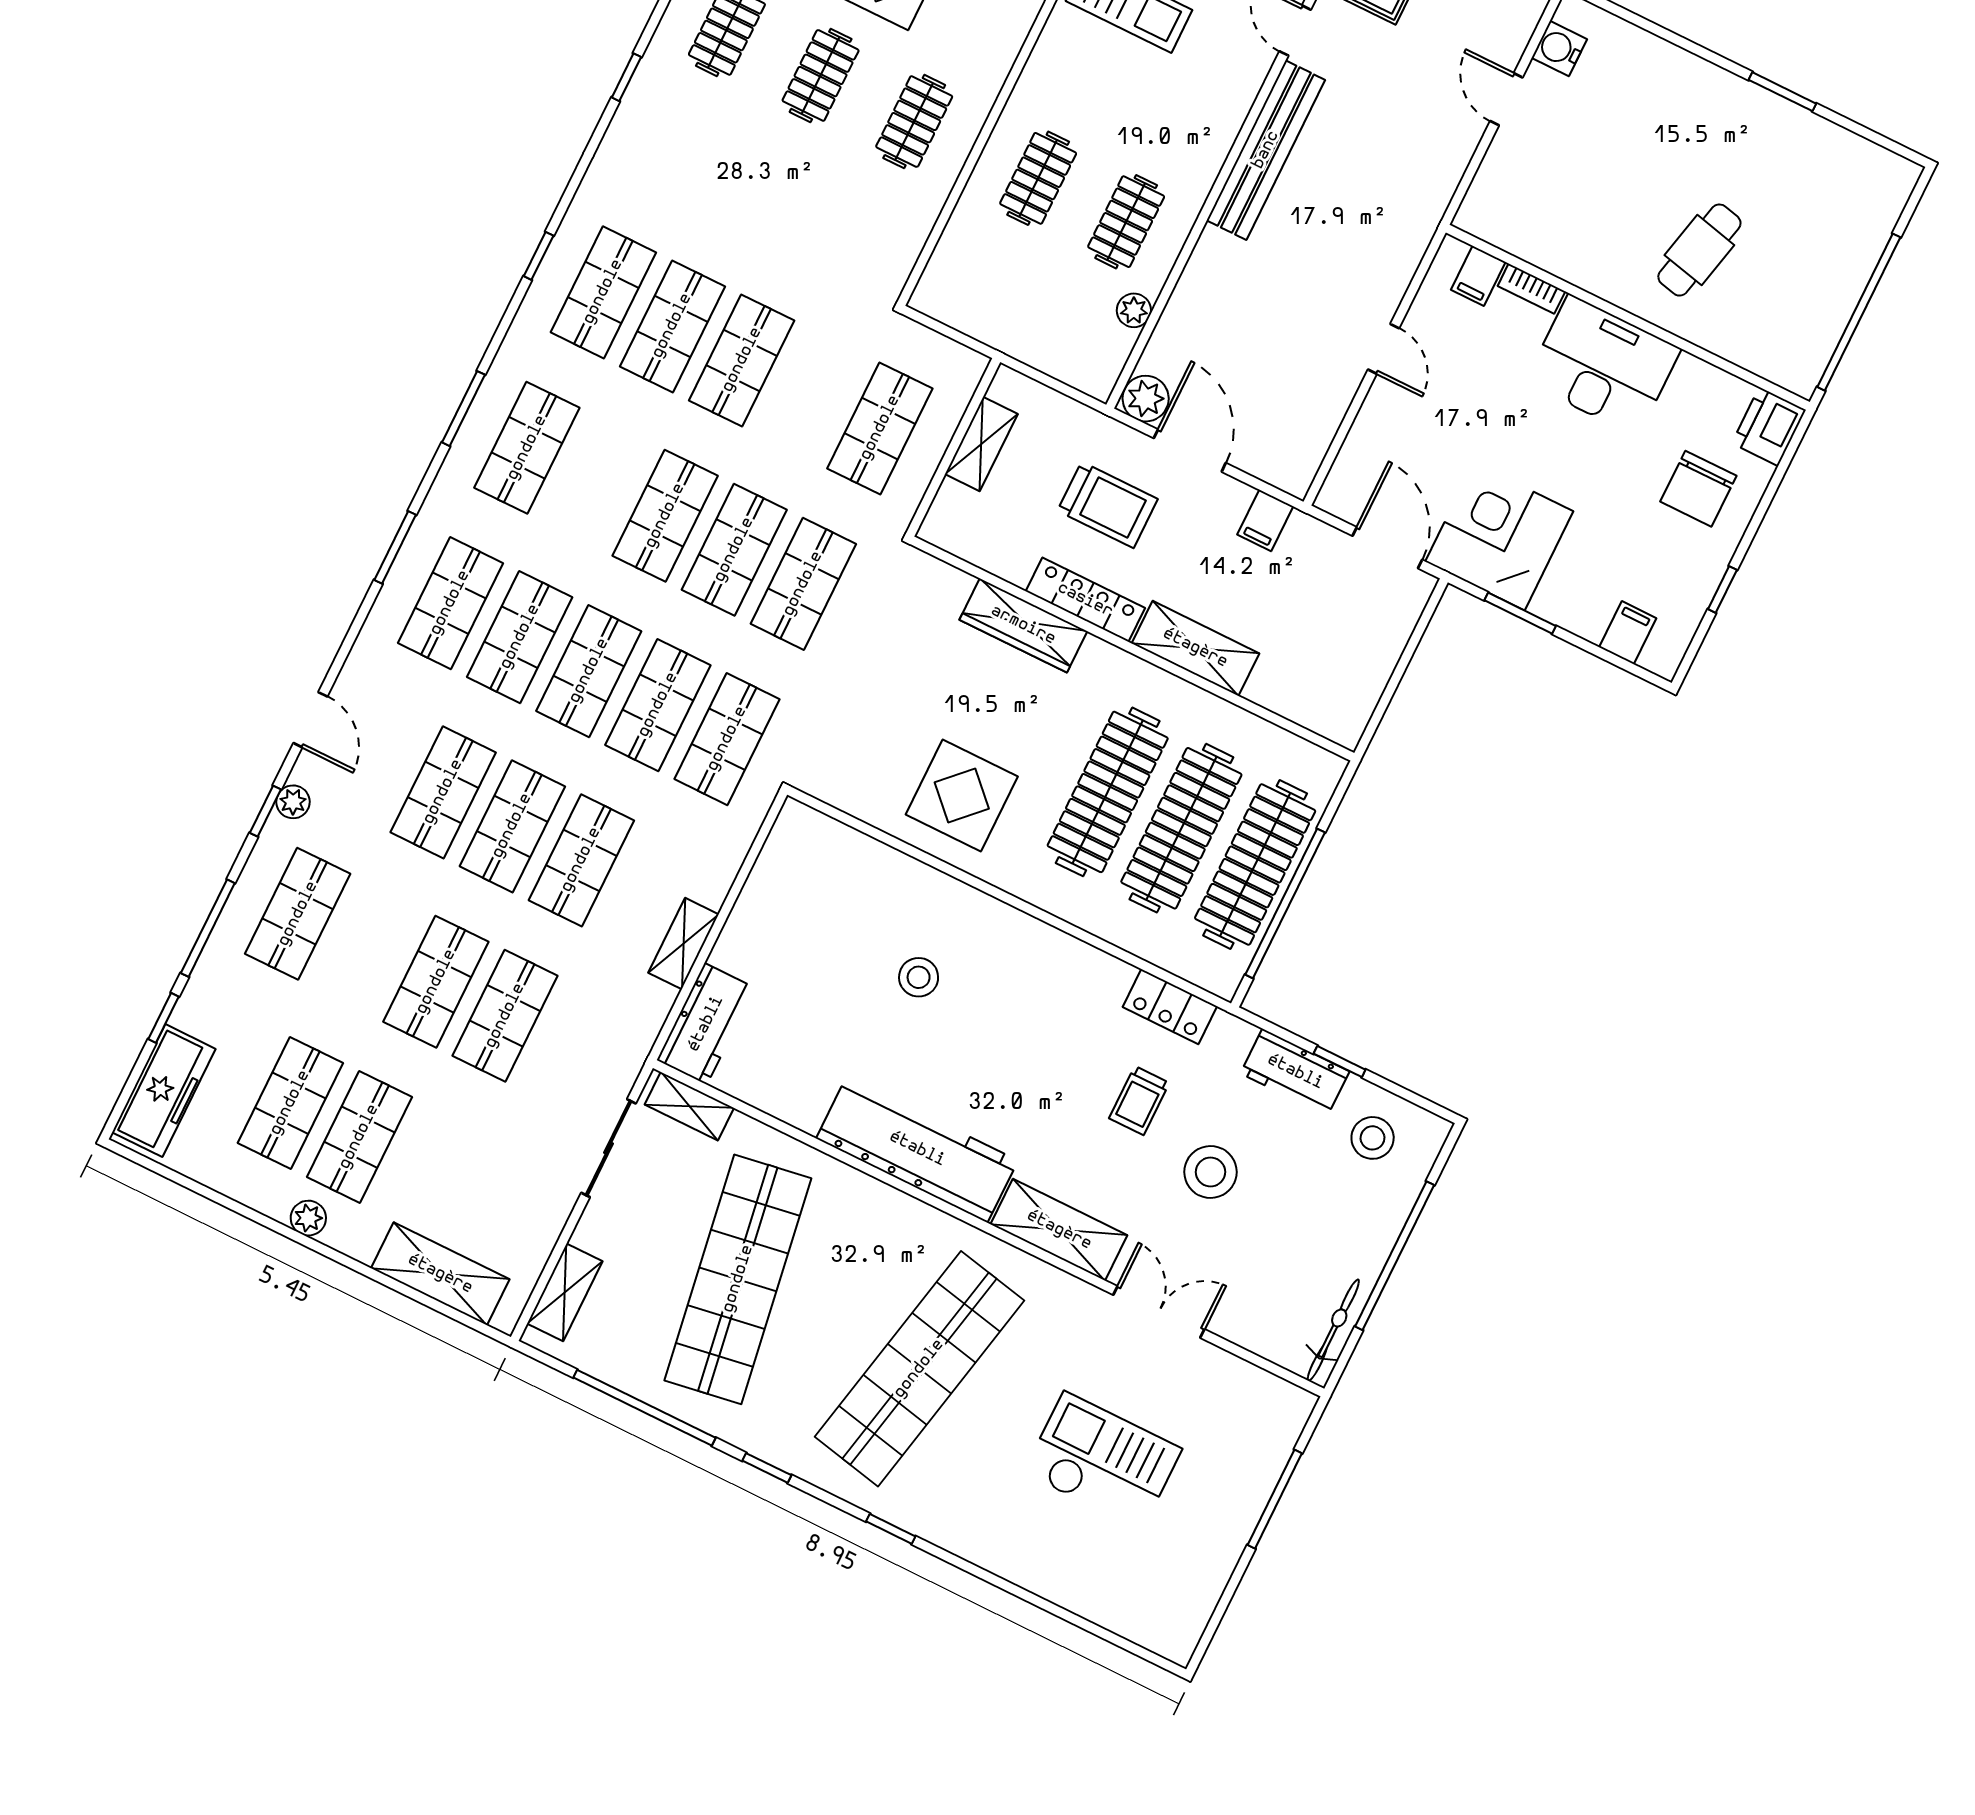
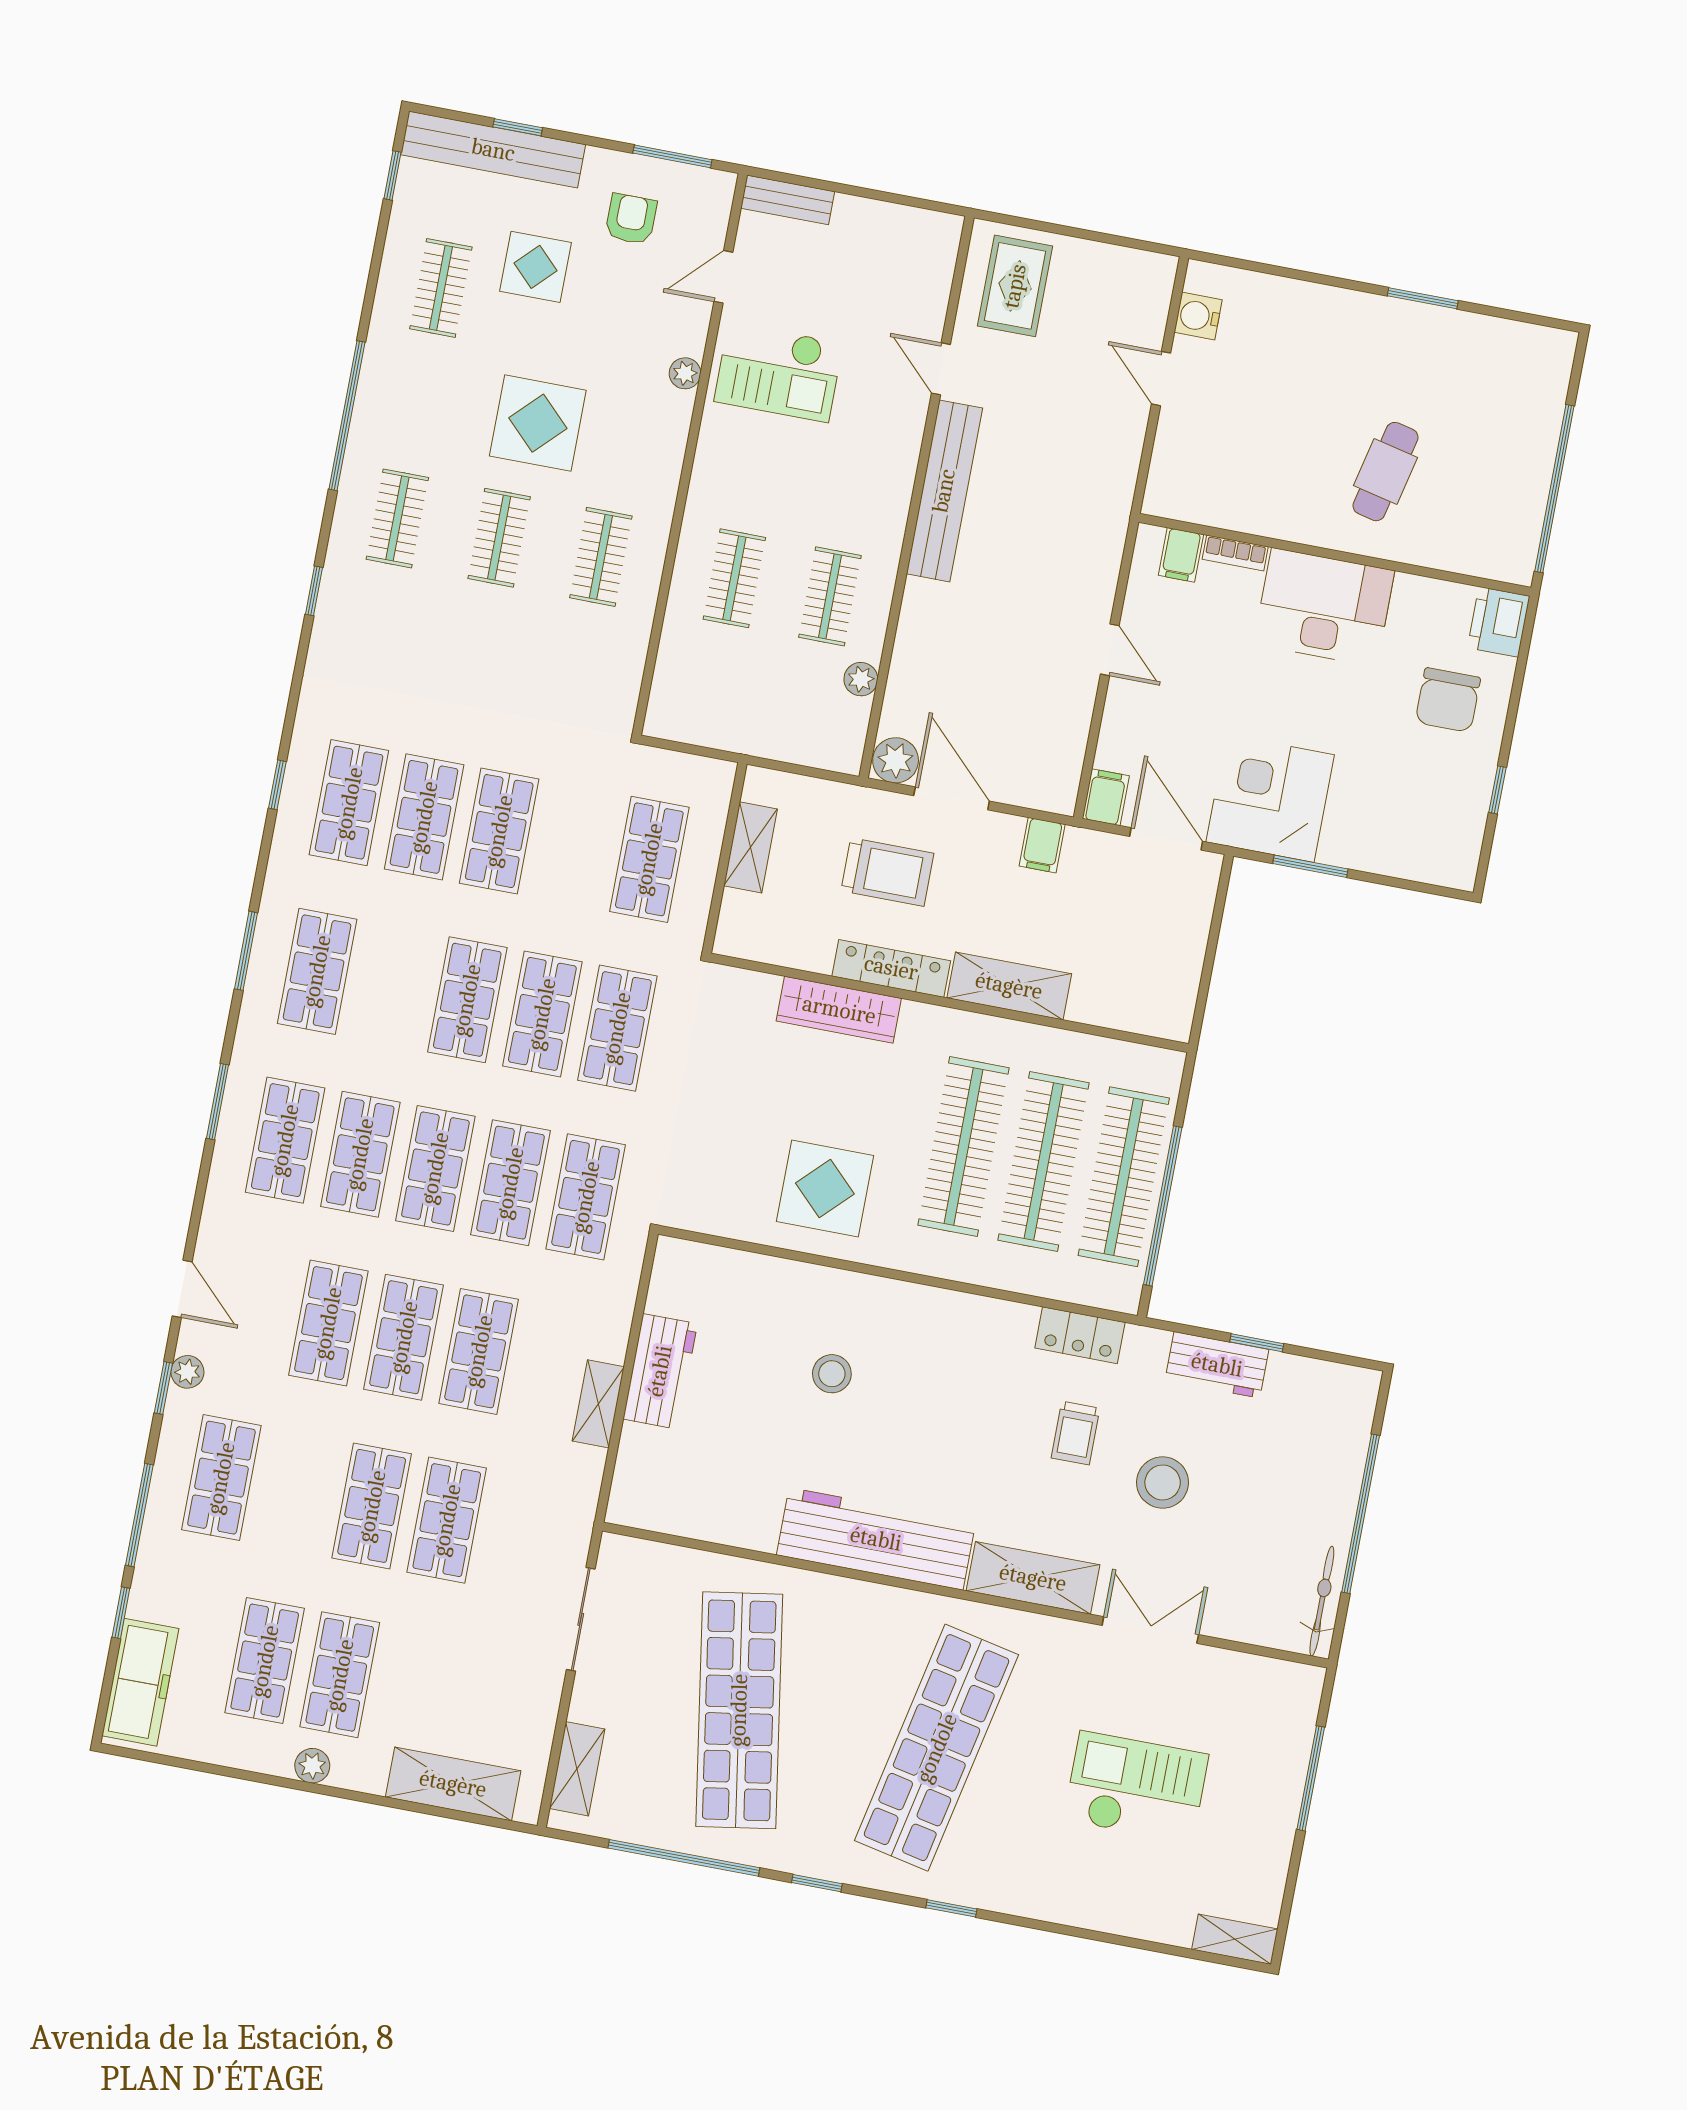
filing cabinet: (1628, 633) -> (1106, 797), moved
workbench: (706, 1024) -> (660, 1371), moved
shelving: (689, 1106) -> (1235, 1939), moved
stool: (1373, 1138) -> (1308, 1407), removed

